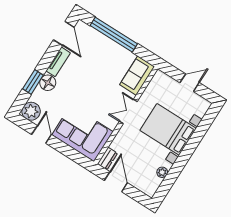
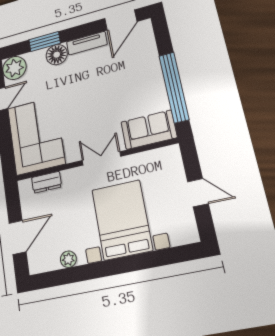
window: (114, 35) -> (174, 87), moved
dresser: (107, 158) -> (46, 182), moved
door: (116, 182) -> (18, 237), moved

